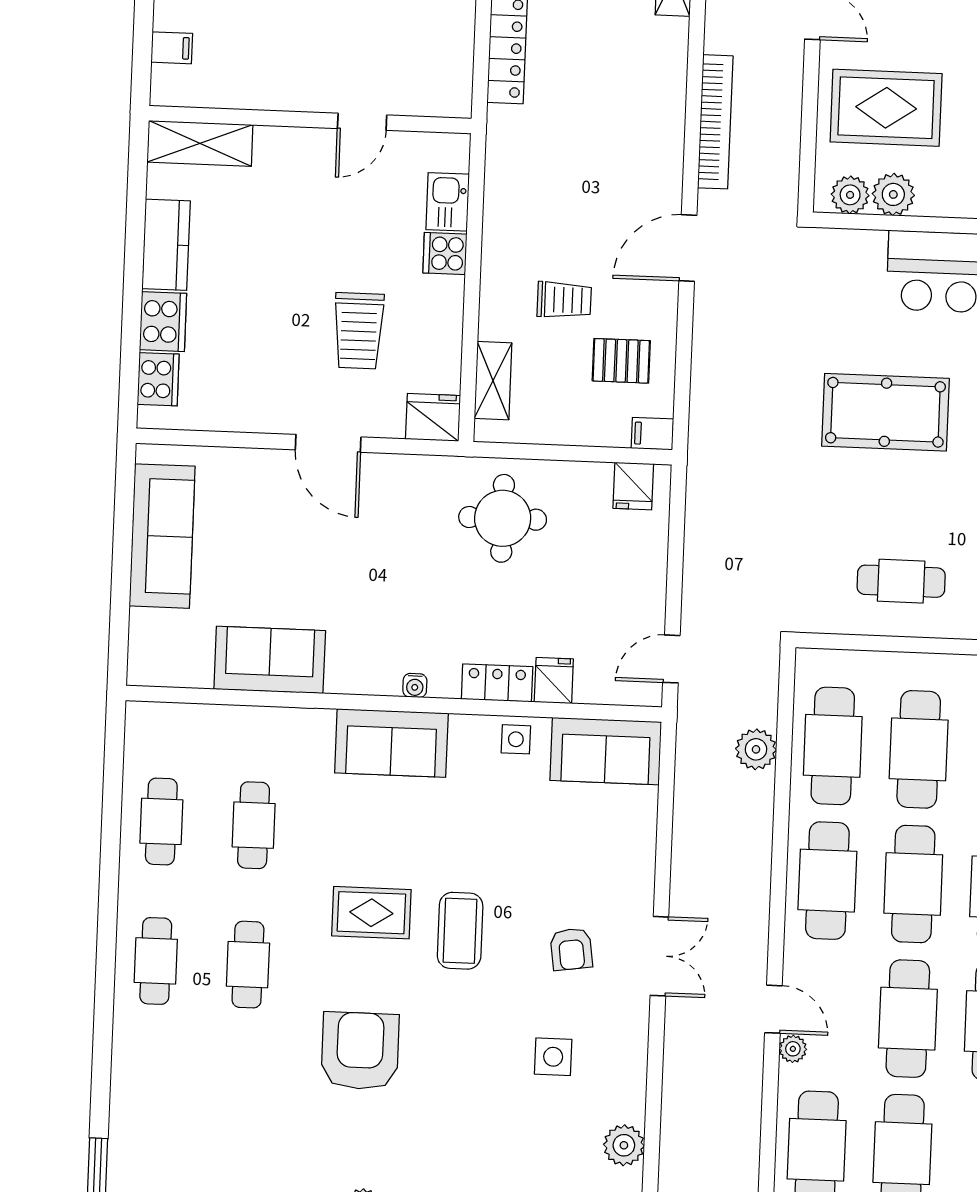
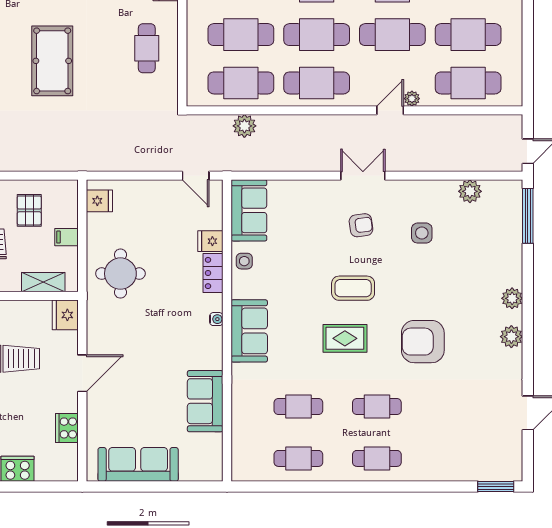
cooker: (158, 379) -> (67, 428), moved, turned -90
filing cabinet: (652, 434) -> (67, 237), moved, turned 90
rug: (371, 913) -> (345, 338), turned 90

